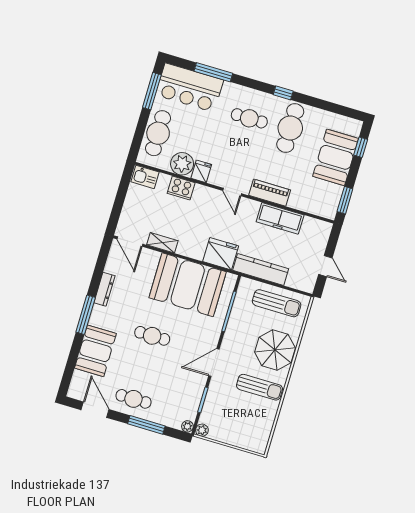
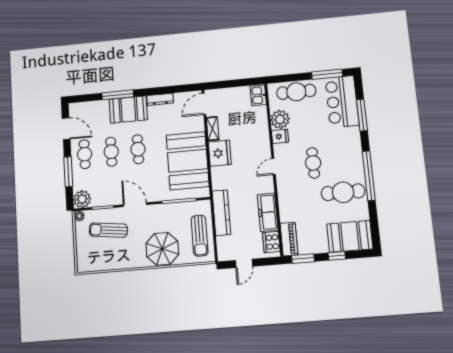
window: (283, 93) -> (369, 176), width x3.17
cafe table: (249, 118) -> (313, 163), moved
window: (361, 147) -> (337, 256), moved
booth: (336, 157) -> (350, 236), moved
cooker: (181, 188) -> (271, 242), moved
piano: (270, 193) -> (289, 239), moved
fridge: (221, 254) -> (220, 153), moved
window: (86, 315) -> (118, 95), moved
booth: (95, 351) -> (128, 110), moved
cafe table: (143, 367) -> (111, 152), added
sun lounger: (260, 387) -> (108, 230), moved, turned 97
door: (95, 410) -> (66, 129), hinge flipped
plant: (187, 426) -> (82, 199), width x1.88, depth x1.88

